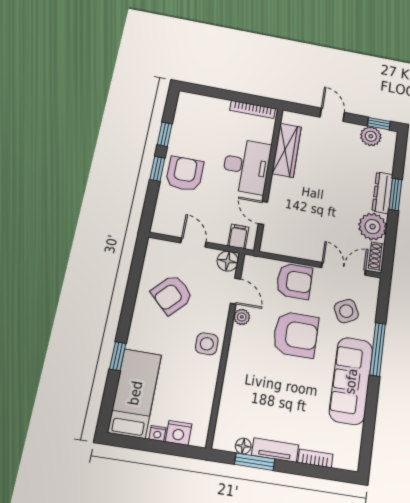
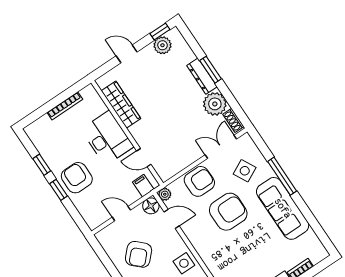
bookcase: (253, 109) -> (65, 106), moved
plant: (242, 317) -> (165, 194), moved

